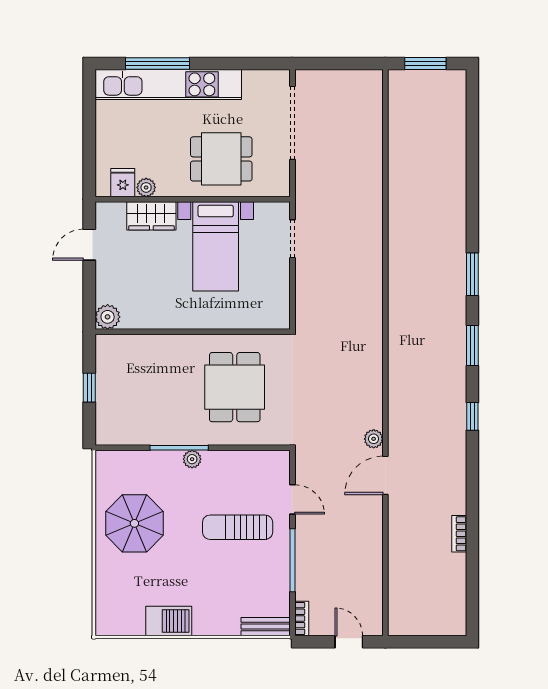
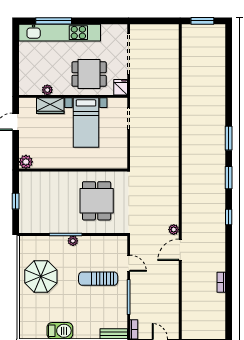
fridge: (123, 183) -> (121, 87), moved

